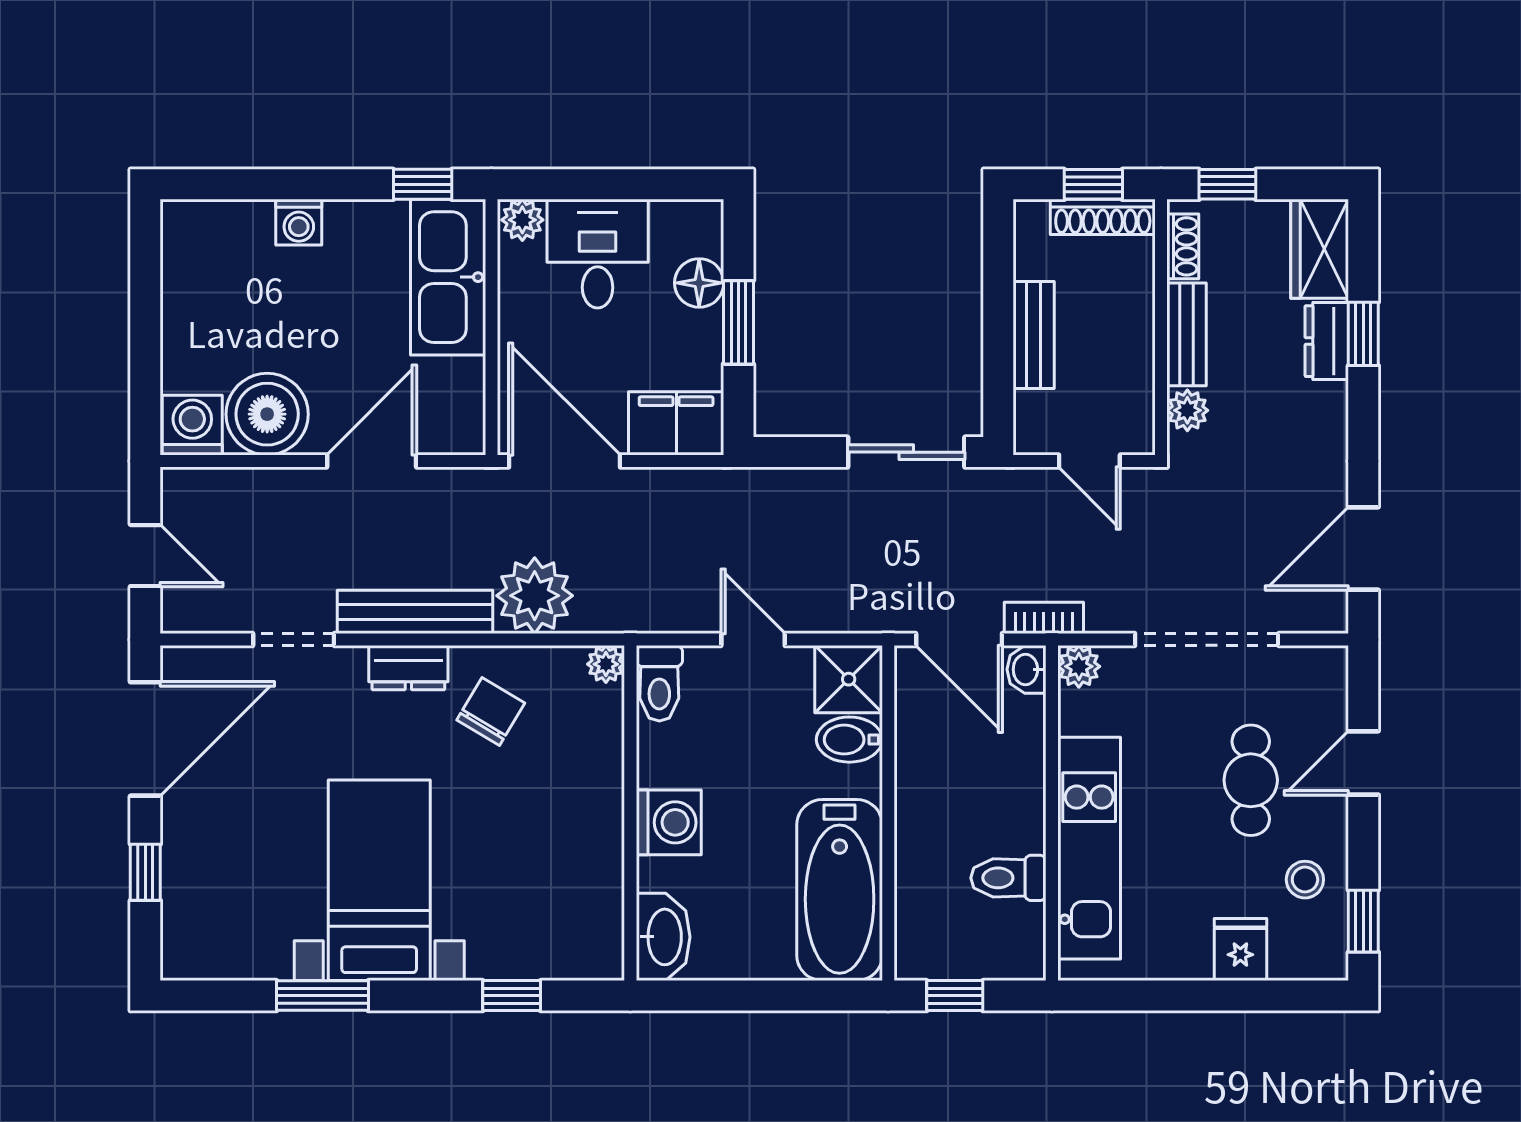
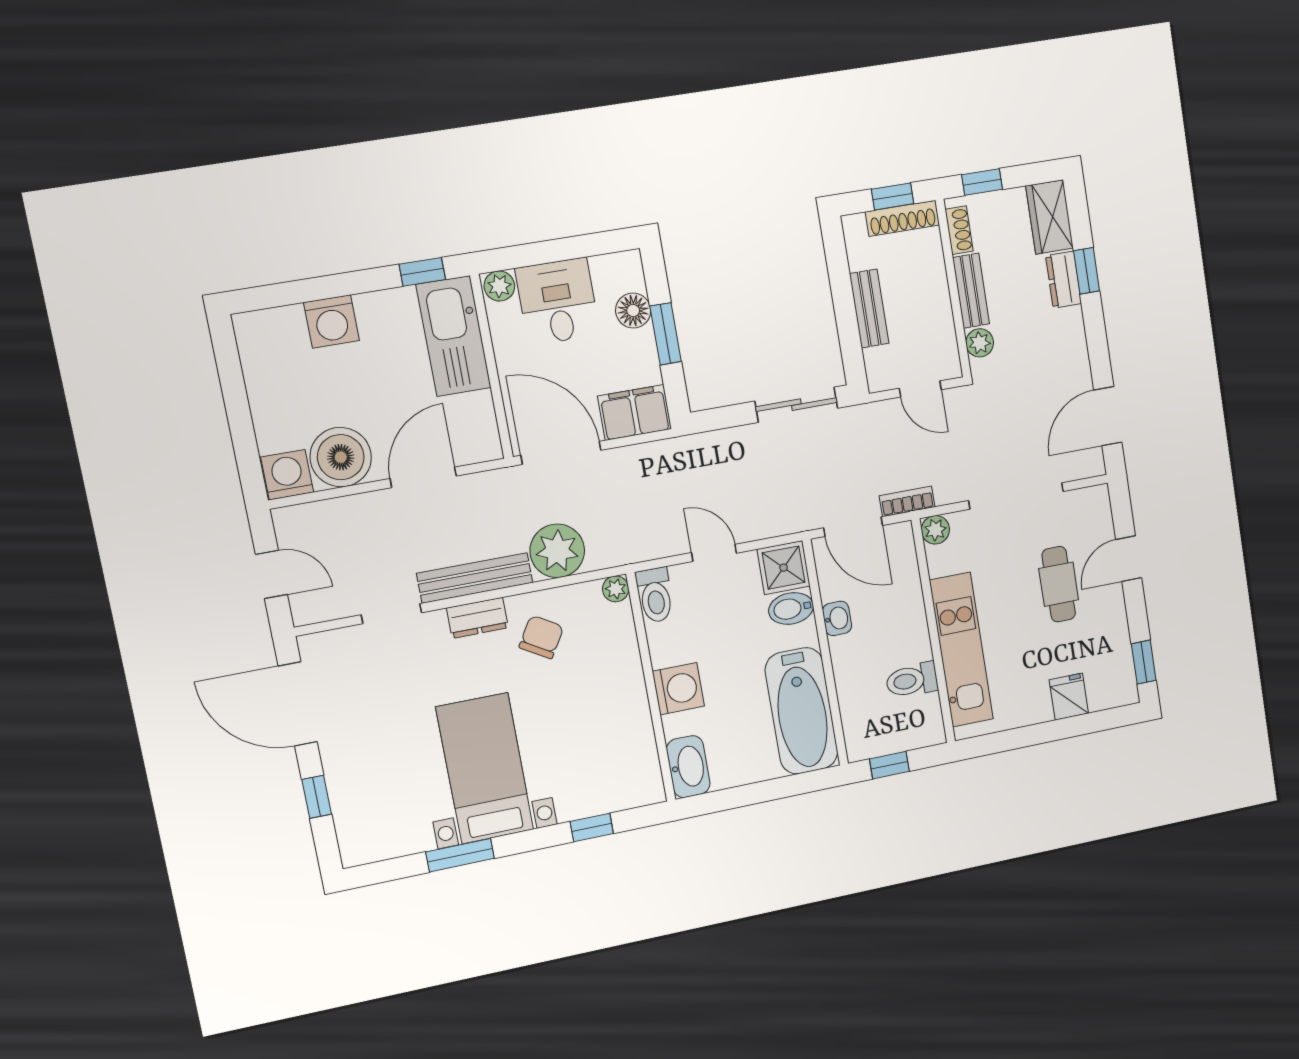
washing machine: (299, 222) -> (332, 322), width x1.38, depth x1.38
washbasin: (1027, 669) -> (837, 618), moved, turned 180
door: (145, 739) -> (298, 704), swing flipped
stool: (1305, 880) -> (1103, 643), removed

